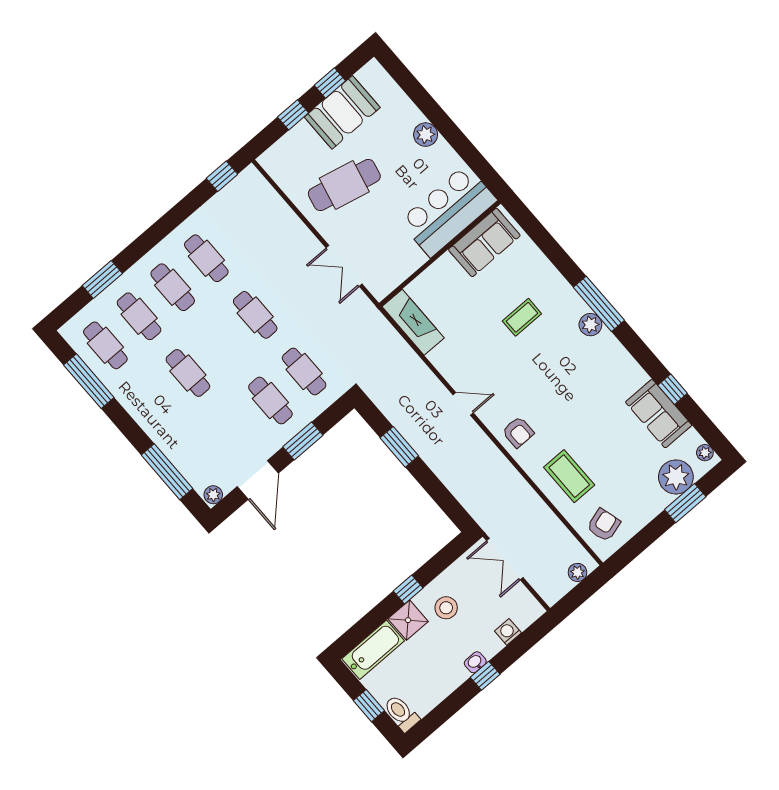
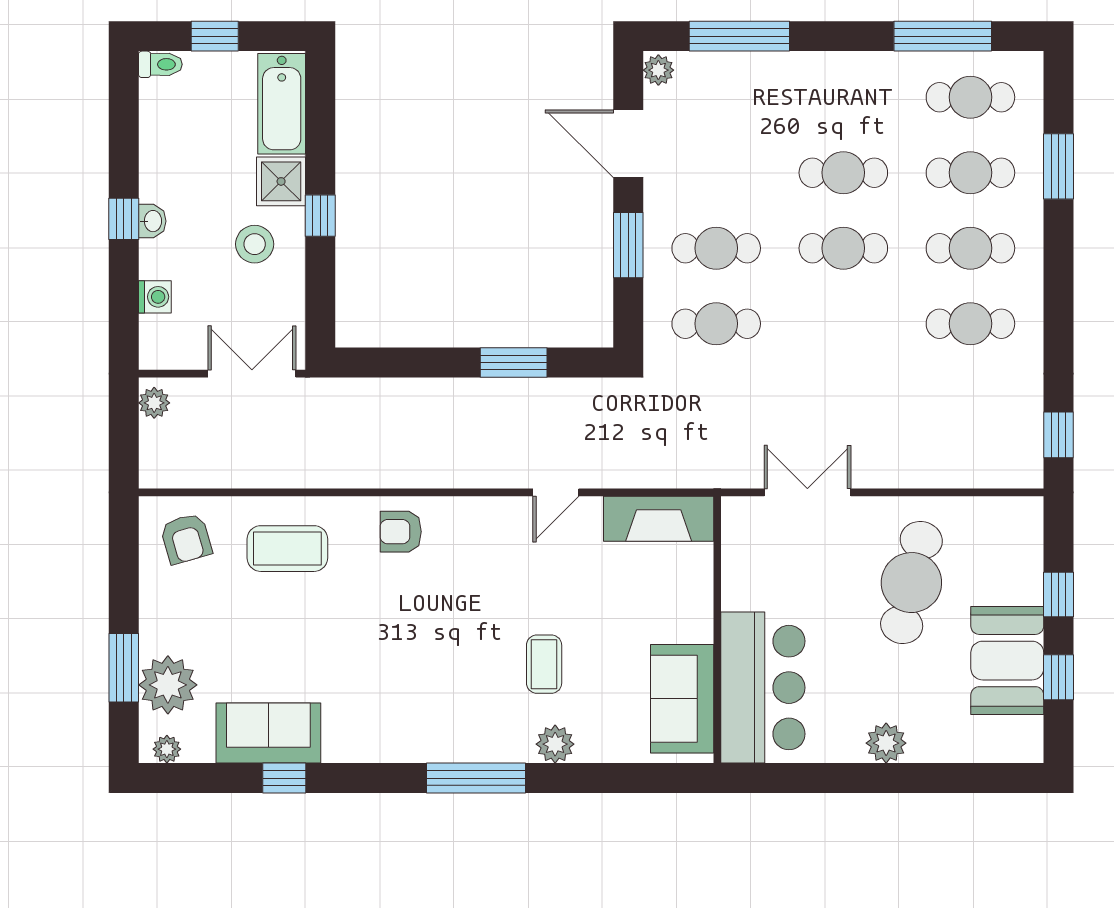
cafe table: (255, 315) -> (843, 248), moved
plant: (590, 325) -> (555, 744), moved
door: (463, 404) -> (556, 492), moved
plant: (578, 572) -> (154, 403), moved
toilet: (401, 713) -> (160, 64), width x0.73, depth x0.72

